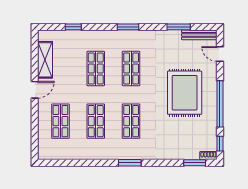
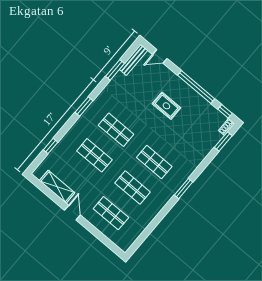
rug: (185, 93) -> (166, 106), width x0.54, depth x0.49

